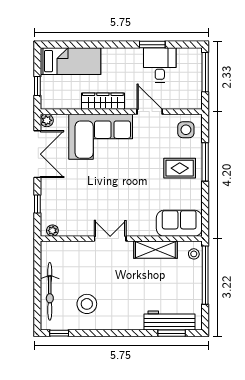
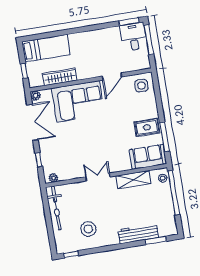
window: (152, 45) -> (129, 22), moved
desk: (160, 65) -> (133, 37), moved
wardrobe: (103, 101) -> (60, 77), moved
door: (150, 112) -> (112, 76), swing flipped
window: (205, 162) -> (165, 137), moved
rug: (180, 168) -> (147, 127), moved
bicycle: (50, 291) -> (56, 208), moved
workbench: (170, 320) -> (138, 234), moved

